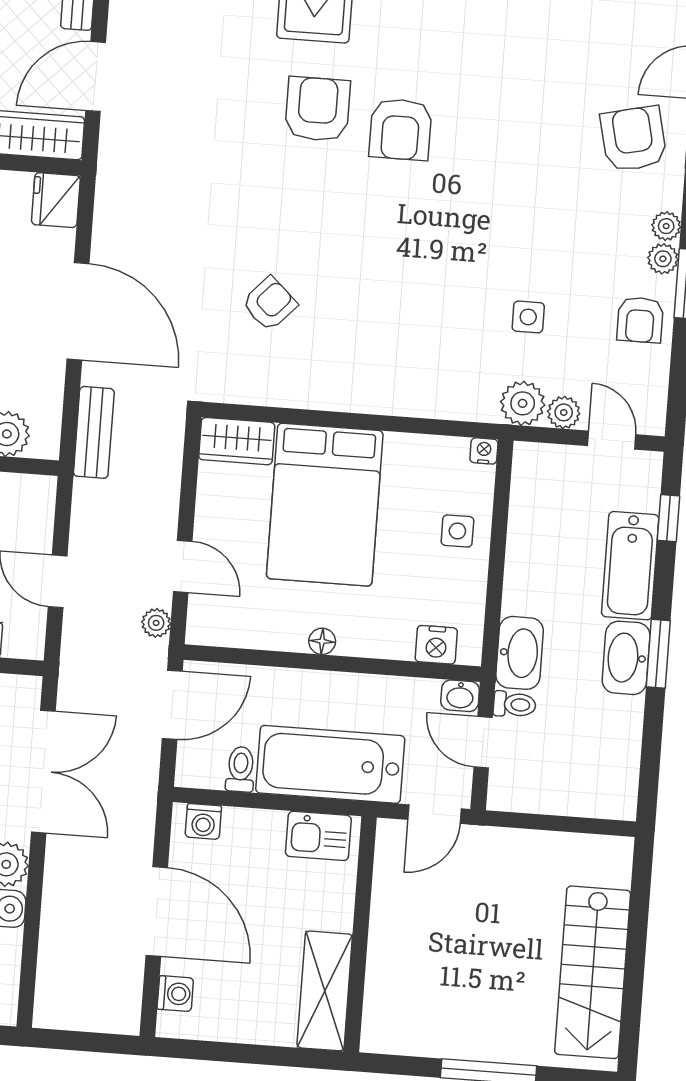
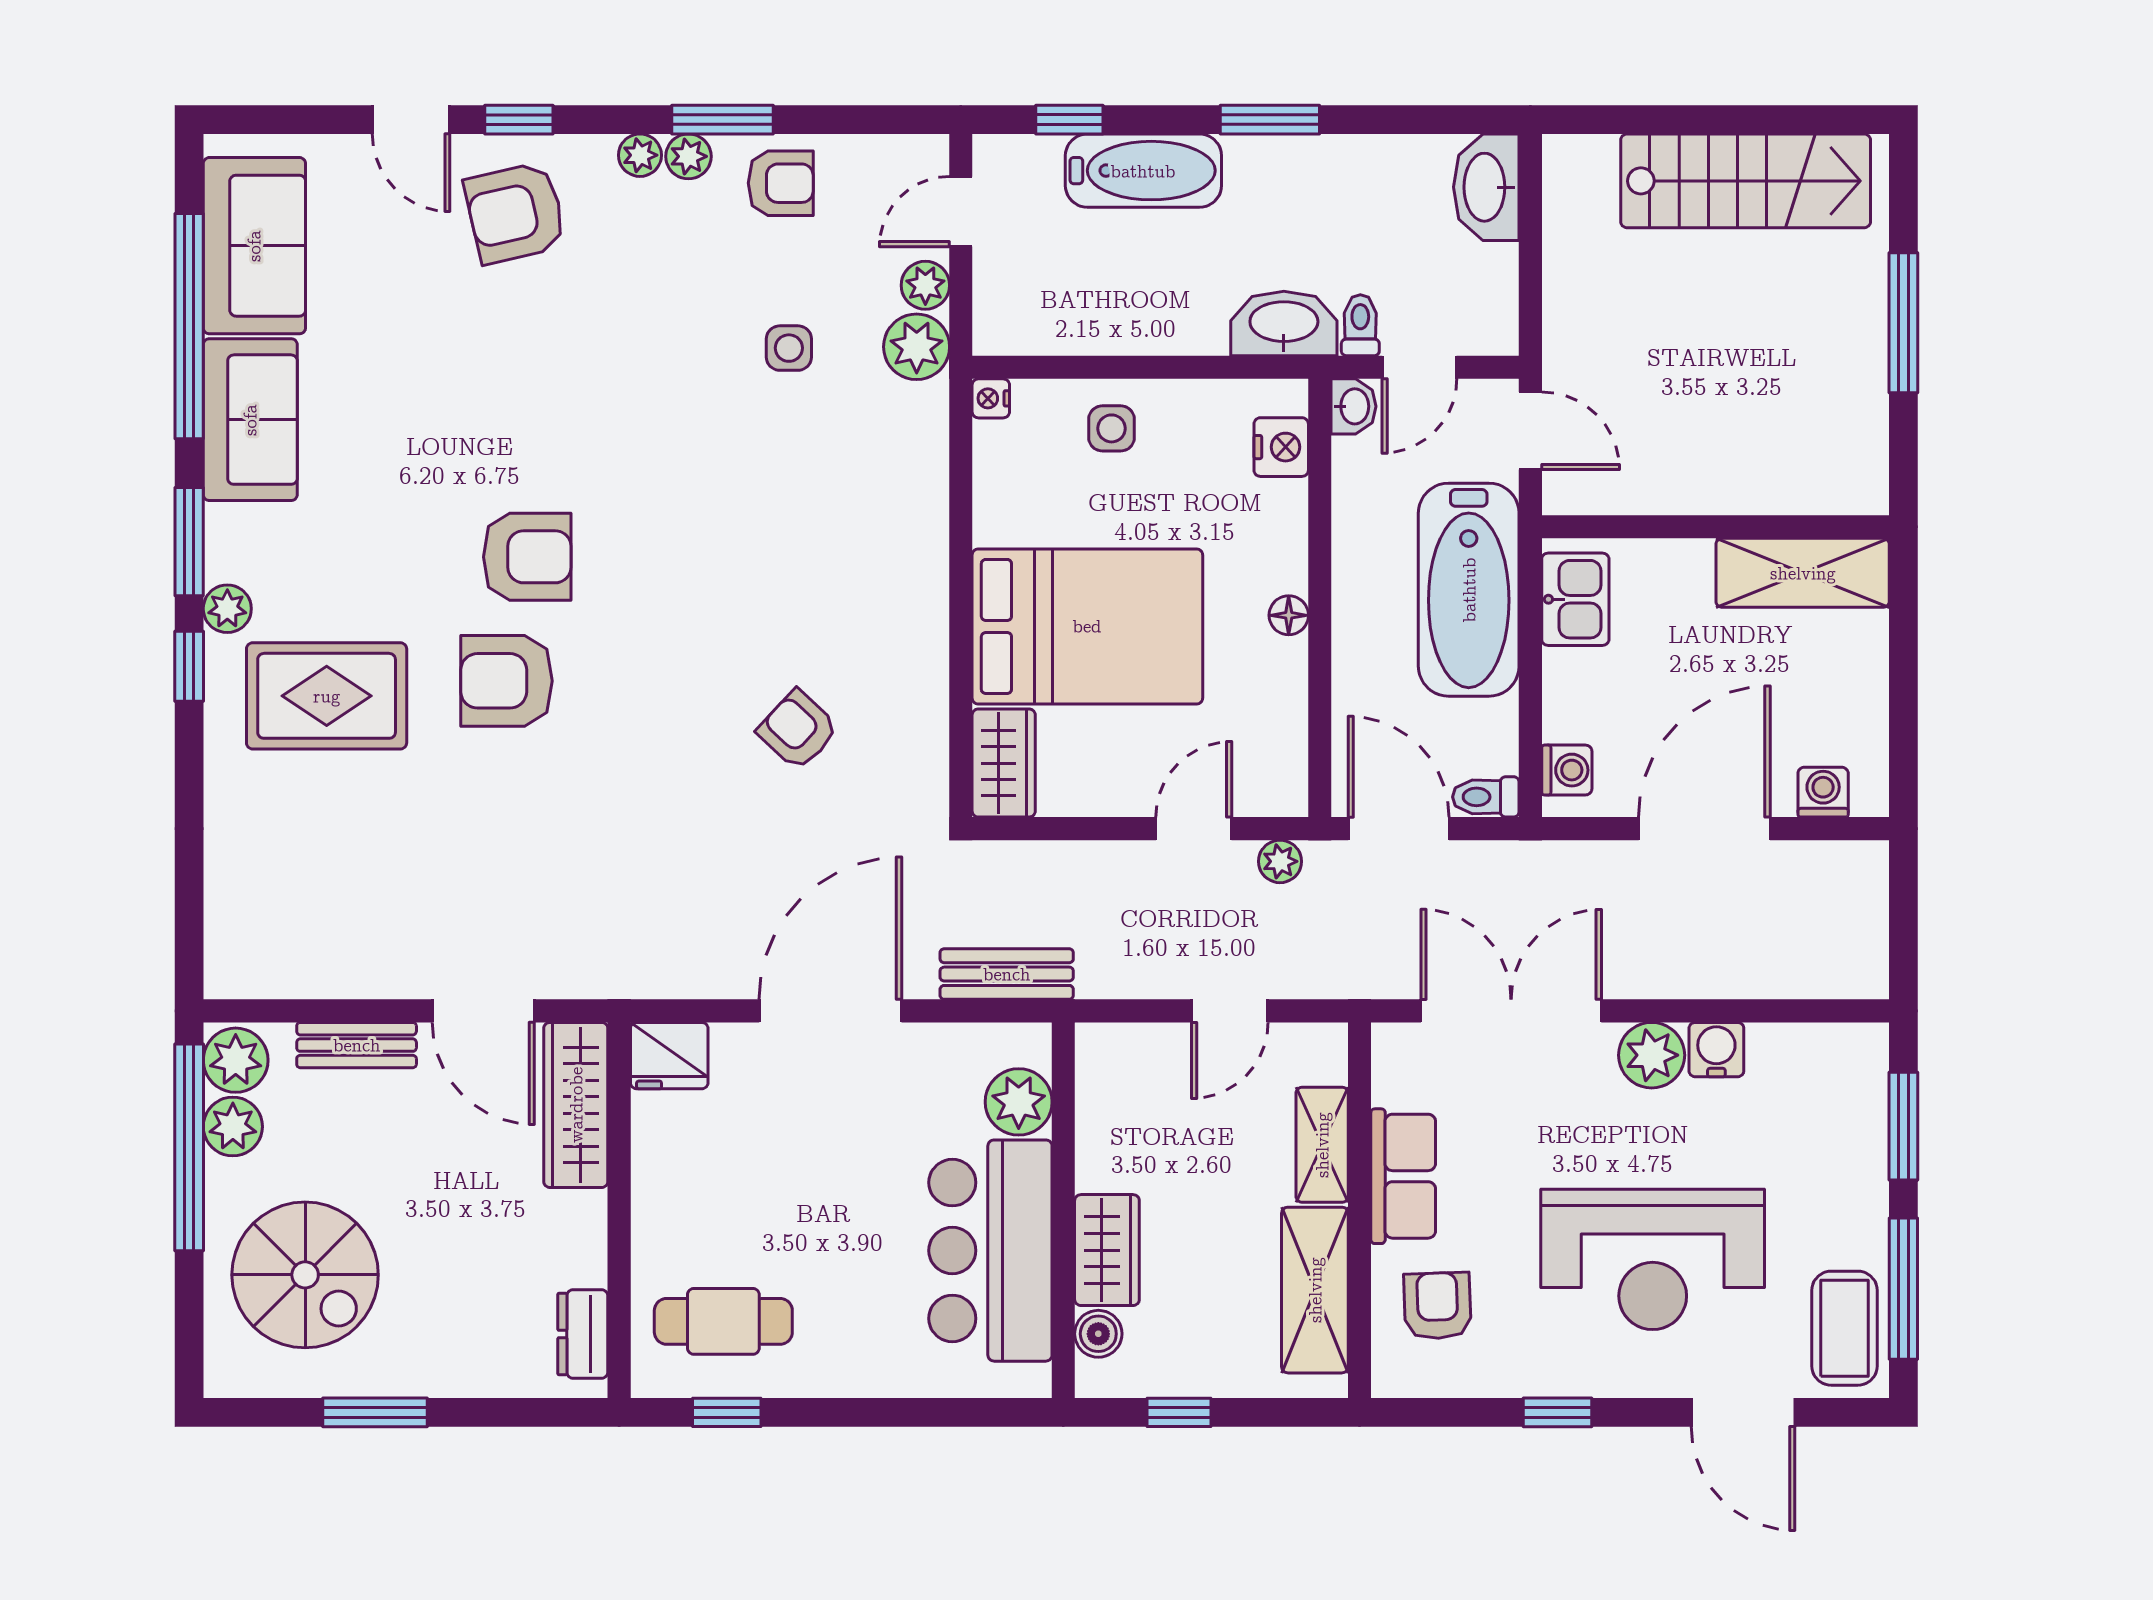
washbasin: (626, 658) -> (1486, 187), moved, turned 90
toilet: (240, 769) -> (1486, 797), moved

